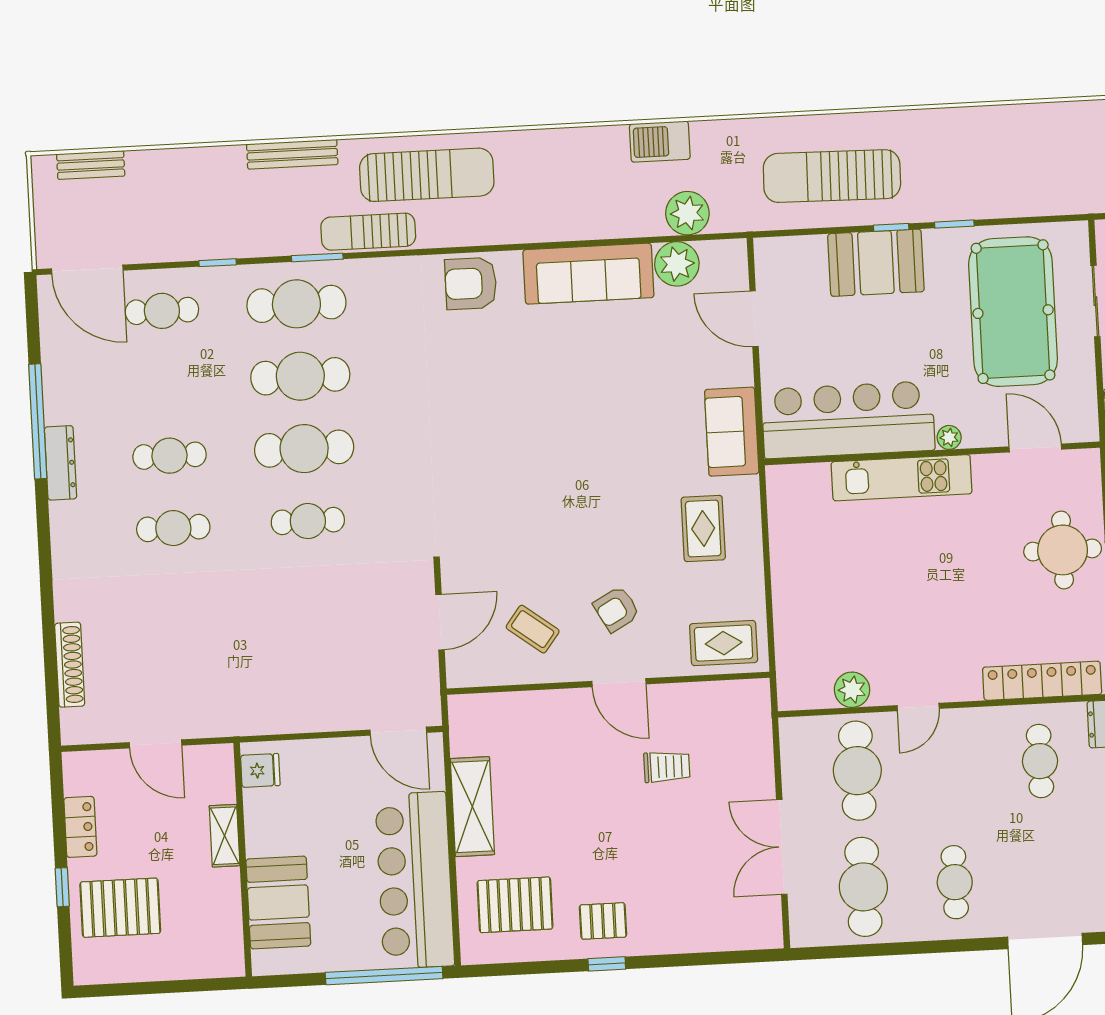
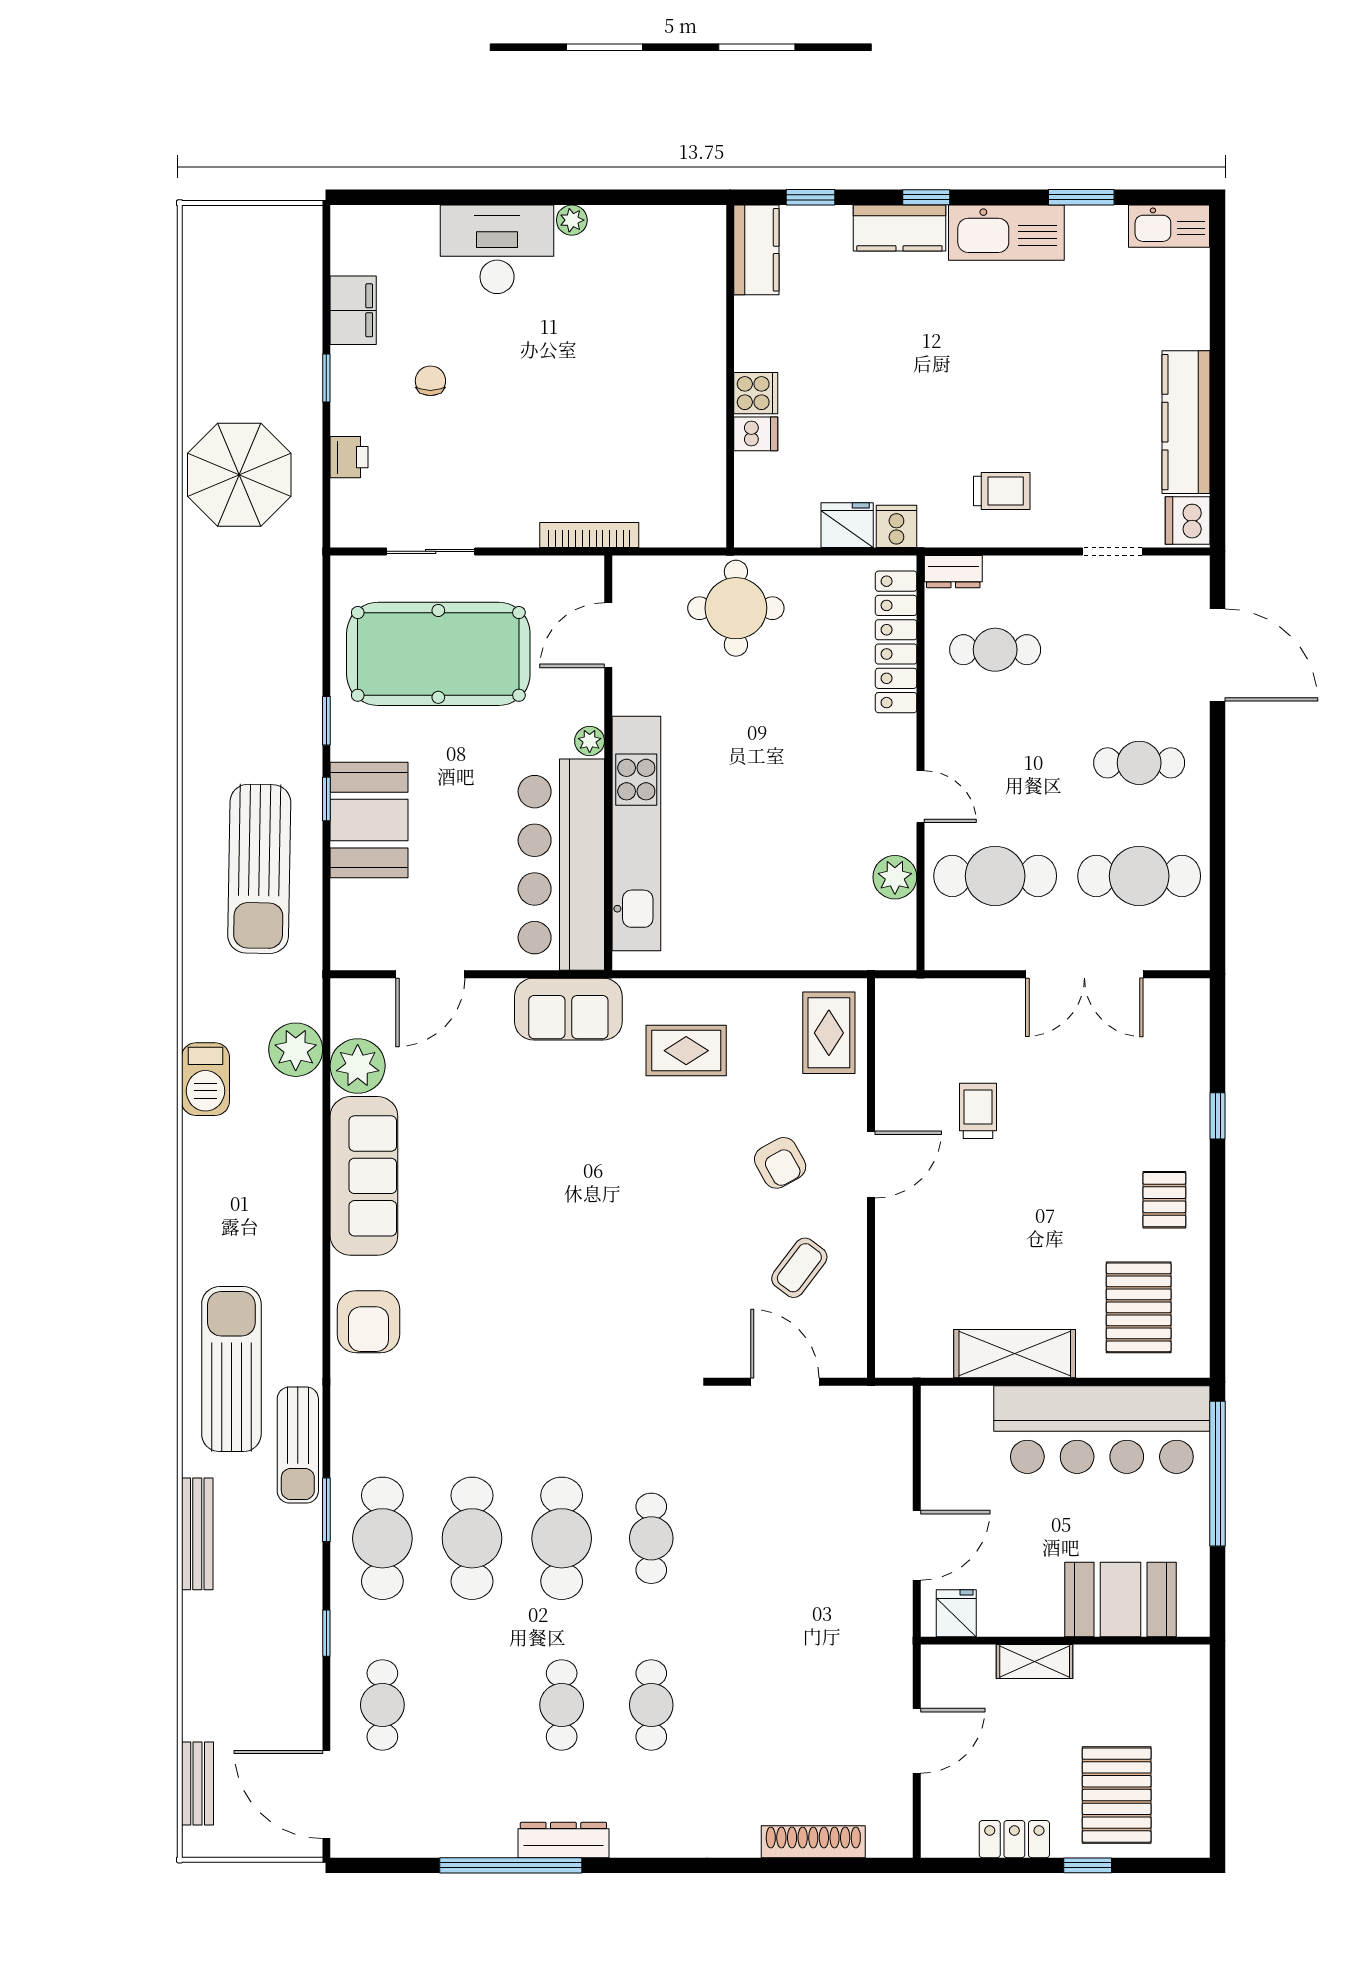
door: (87, 269) -> (326, 1794), swing flipped
kitchen unit: (902, 478) -> (636, 834), width x1.36
door: (398, 731) -> (917, 1545), moved
window: (607, 964) -> (1218, 1116), moved

